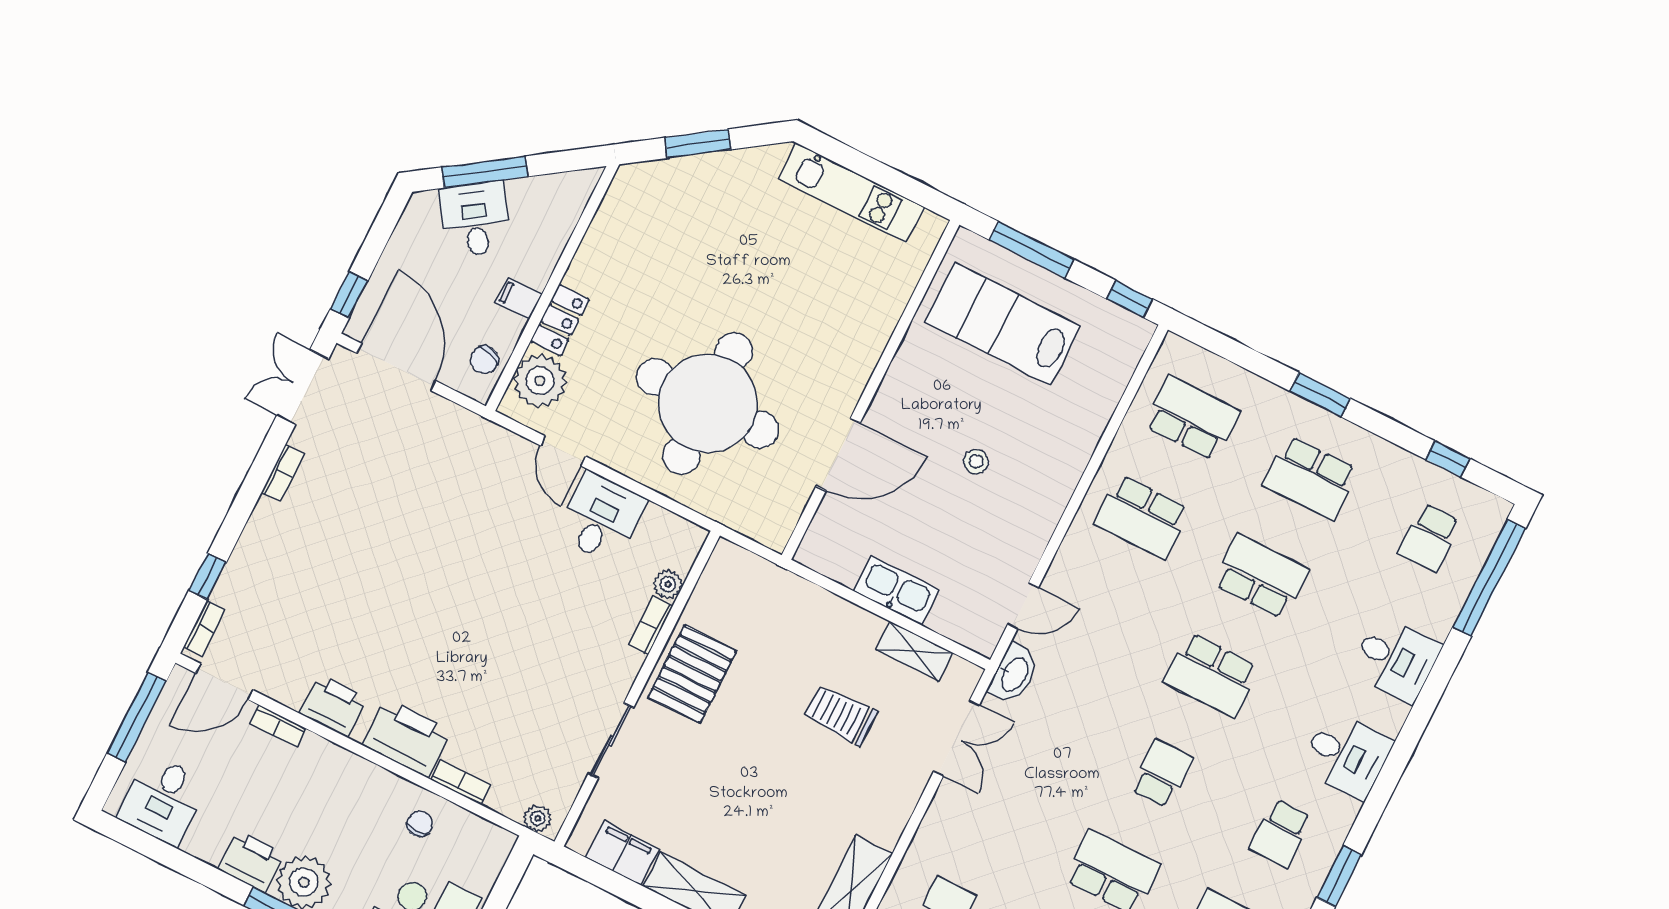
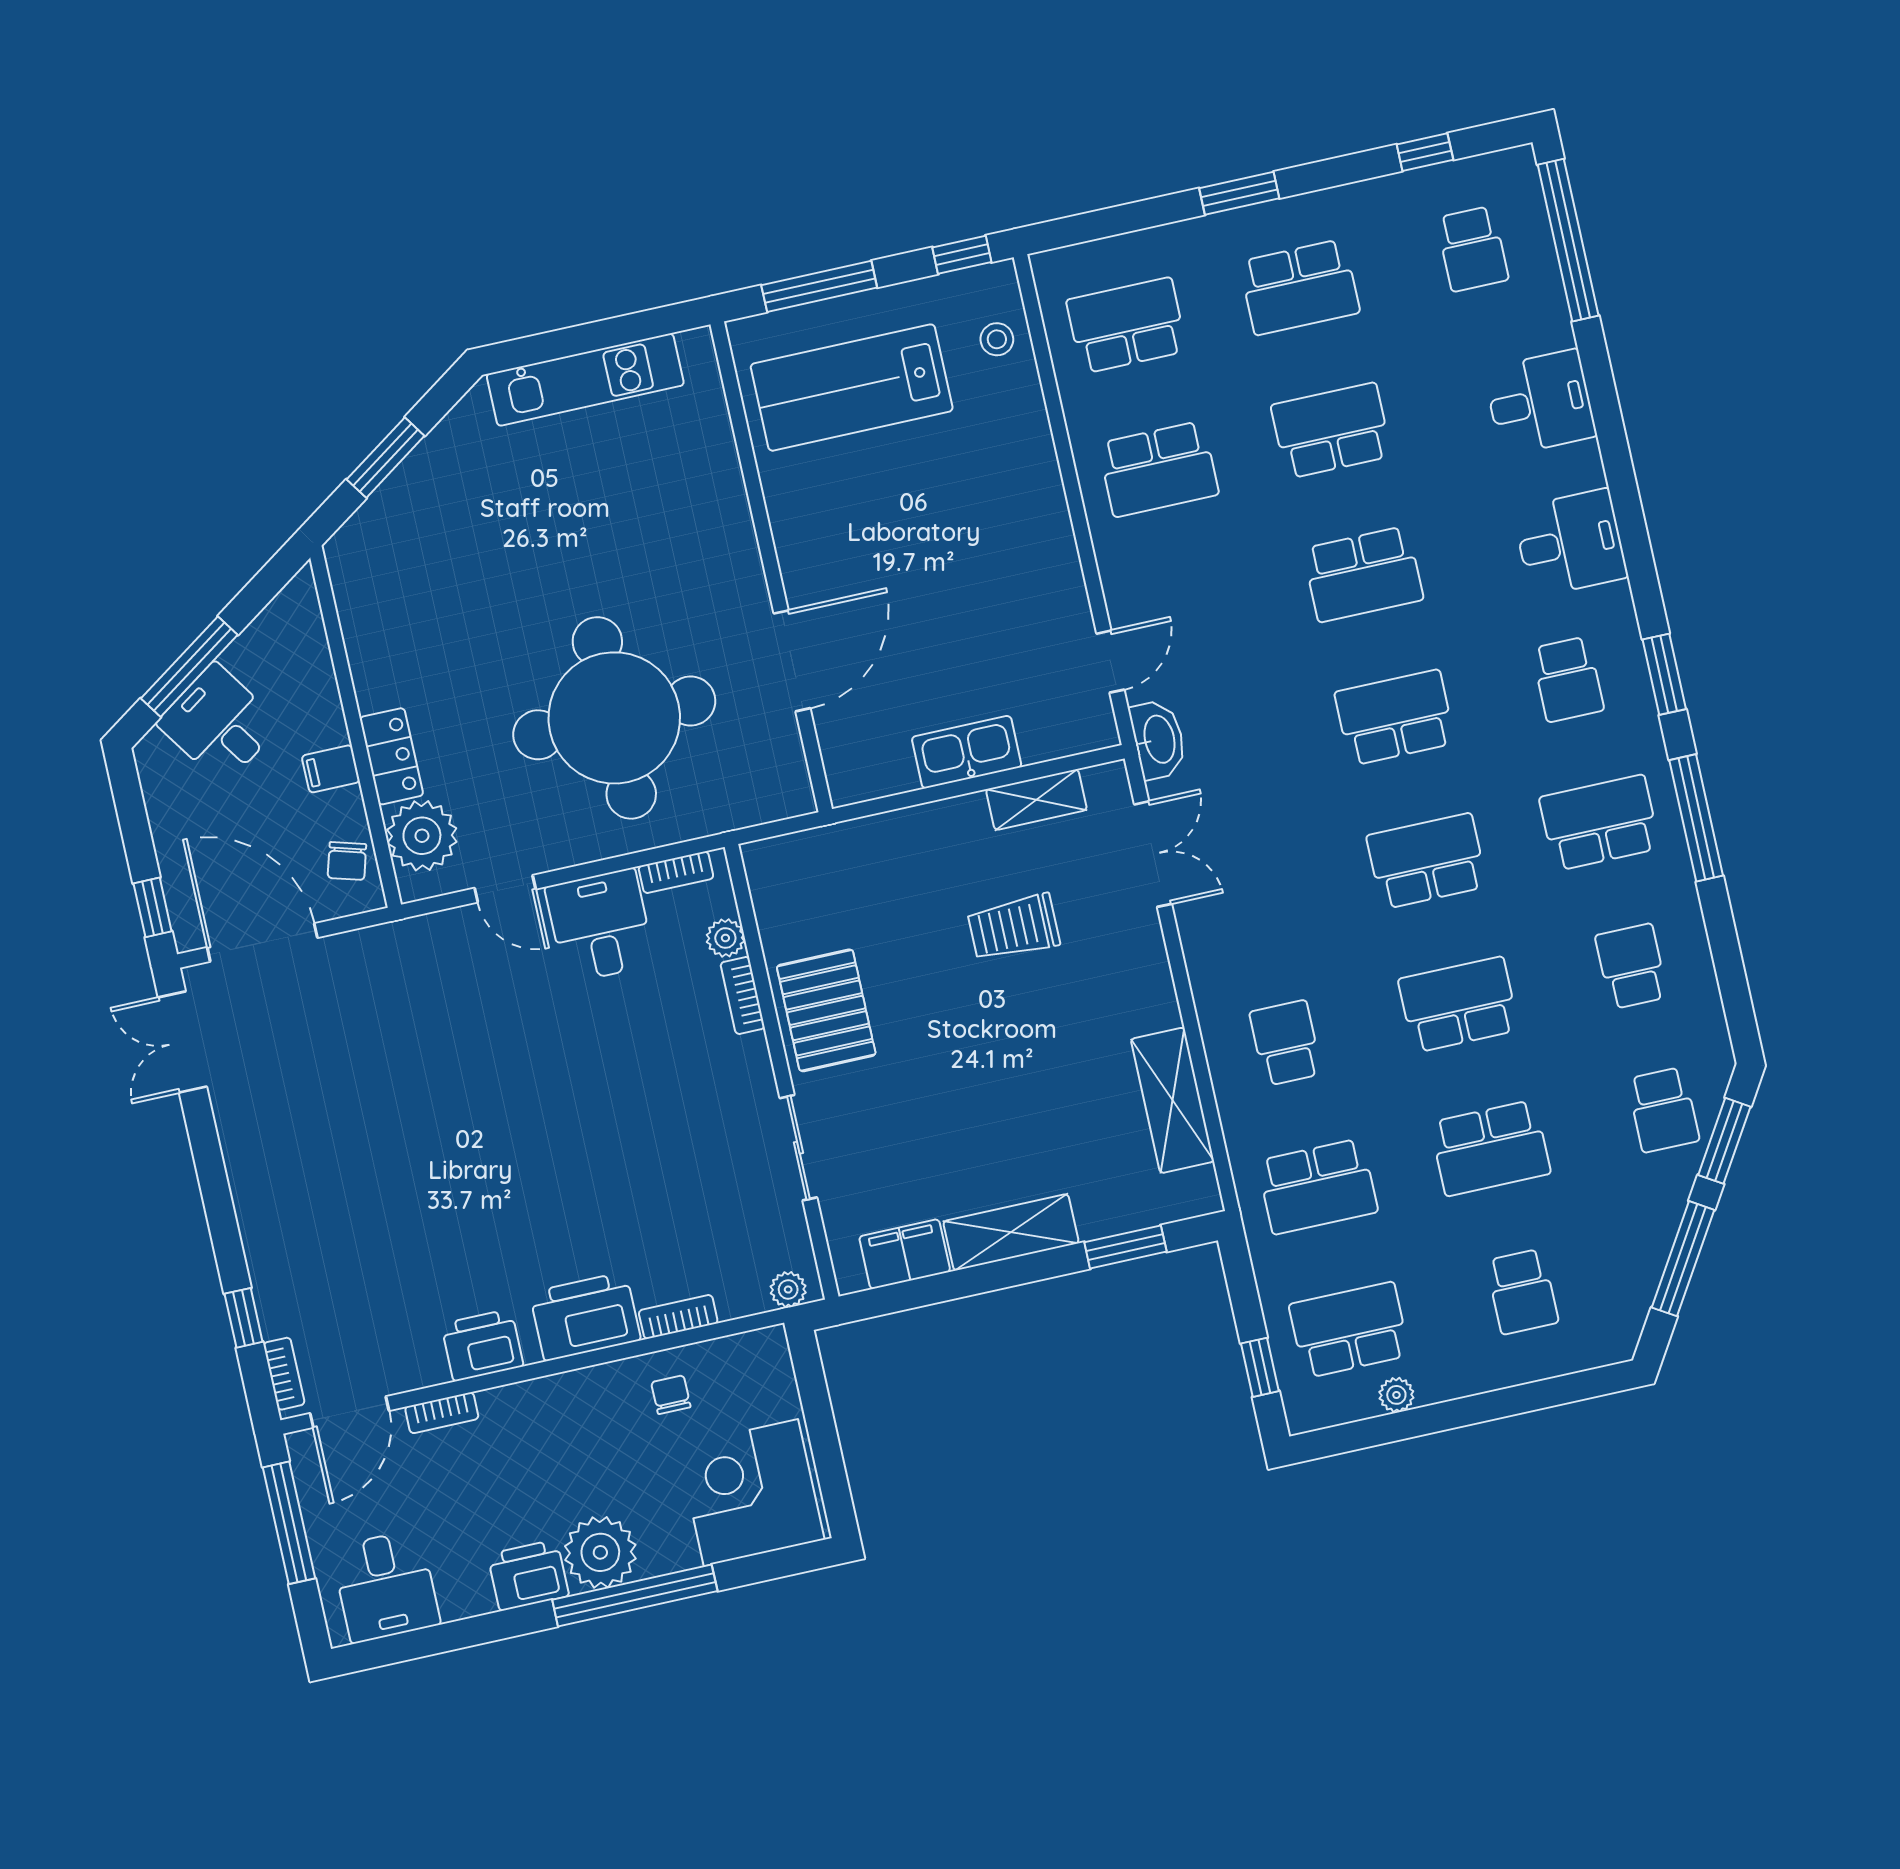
stool: (976, 461) -> (997, 339), moved
bookcase: (283, 473) -> (676, 872), moved, turned 90
school desk: (1162, 774) -> (1395, 718), width x1.85

